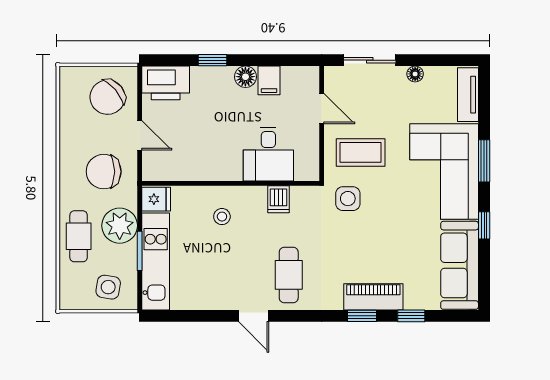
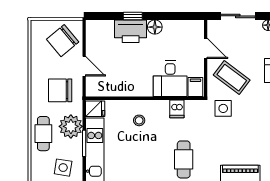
filing cabinet: (269, 80) -> (195, 87), moved, turned 180
printer: (166, 83) -> (131, 31), moved
coffee table: (361, 152) -> (232, 78), turned 37

